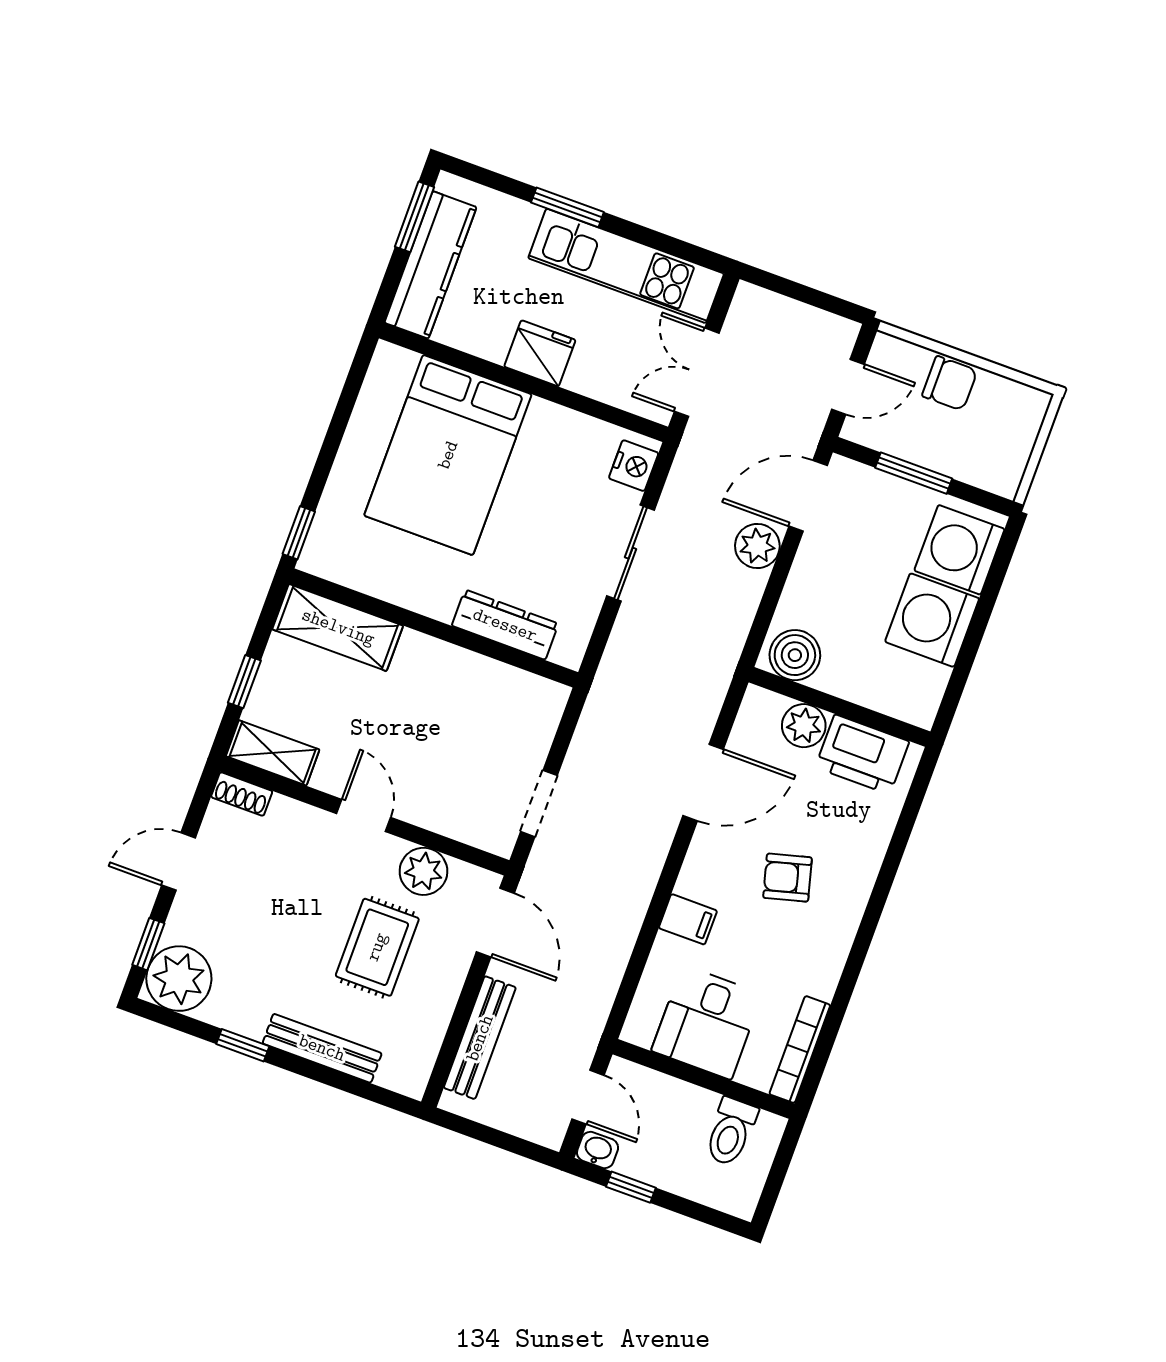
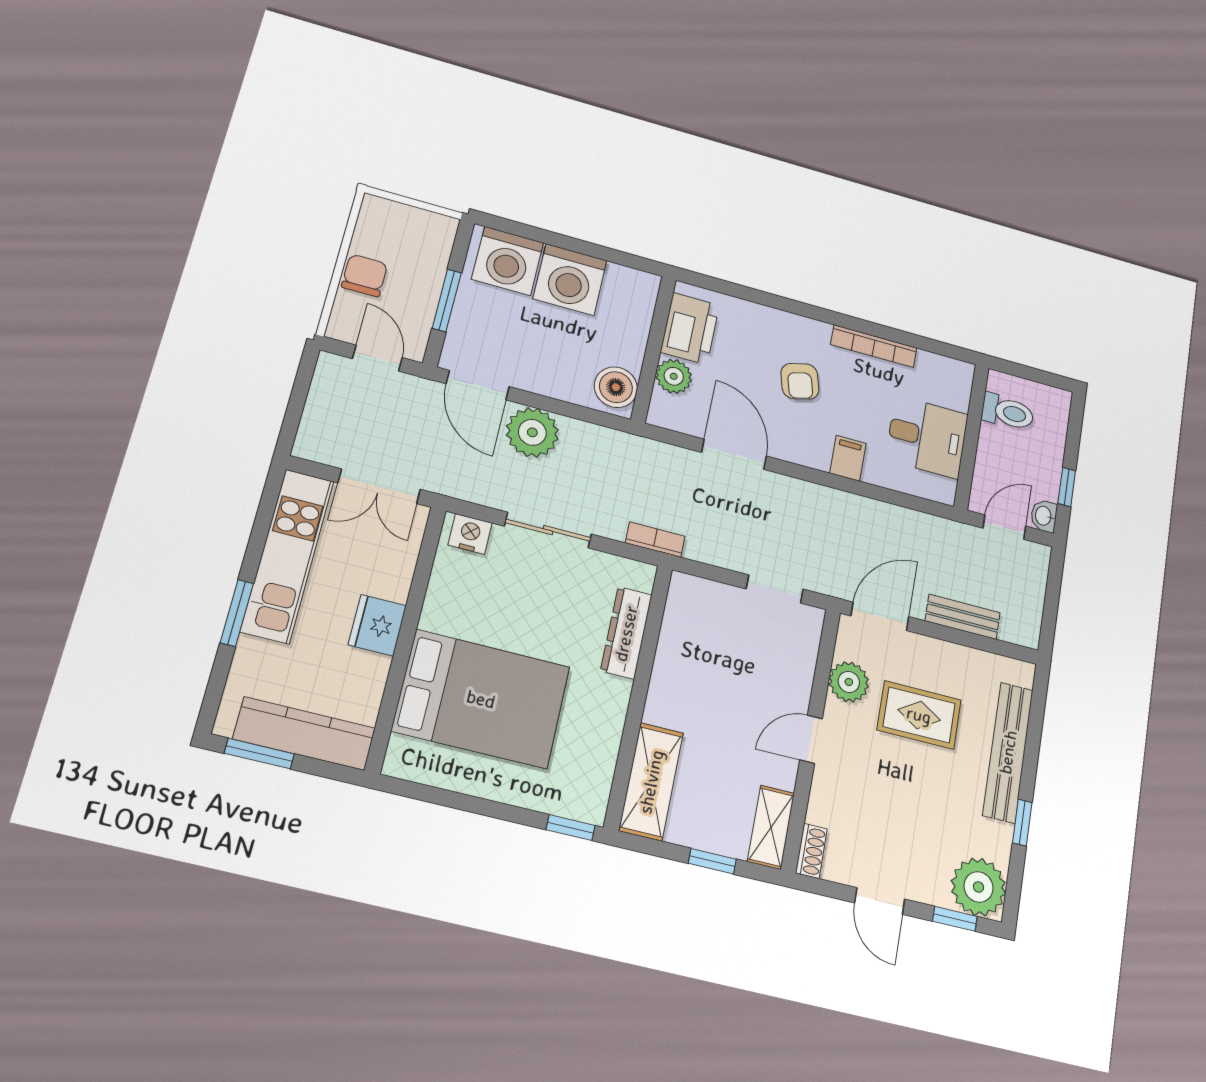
plant: (757, 546) -> (532, 432), width x1.36, depth x1.36
bookcase: (609, 674) -> (655, 540), added
bench: (480, 1038) -> (963, 617), width x0.73
bench: (322, 1048) -> (1008, 752), width x1.37, depth x1.21
bookcase: (800, 1050) -> (874, 346), moved

